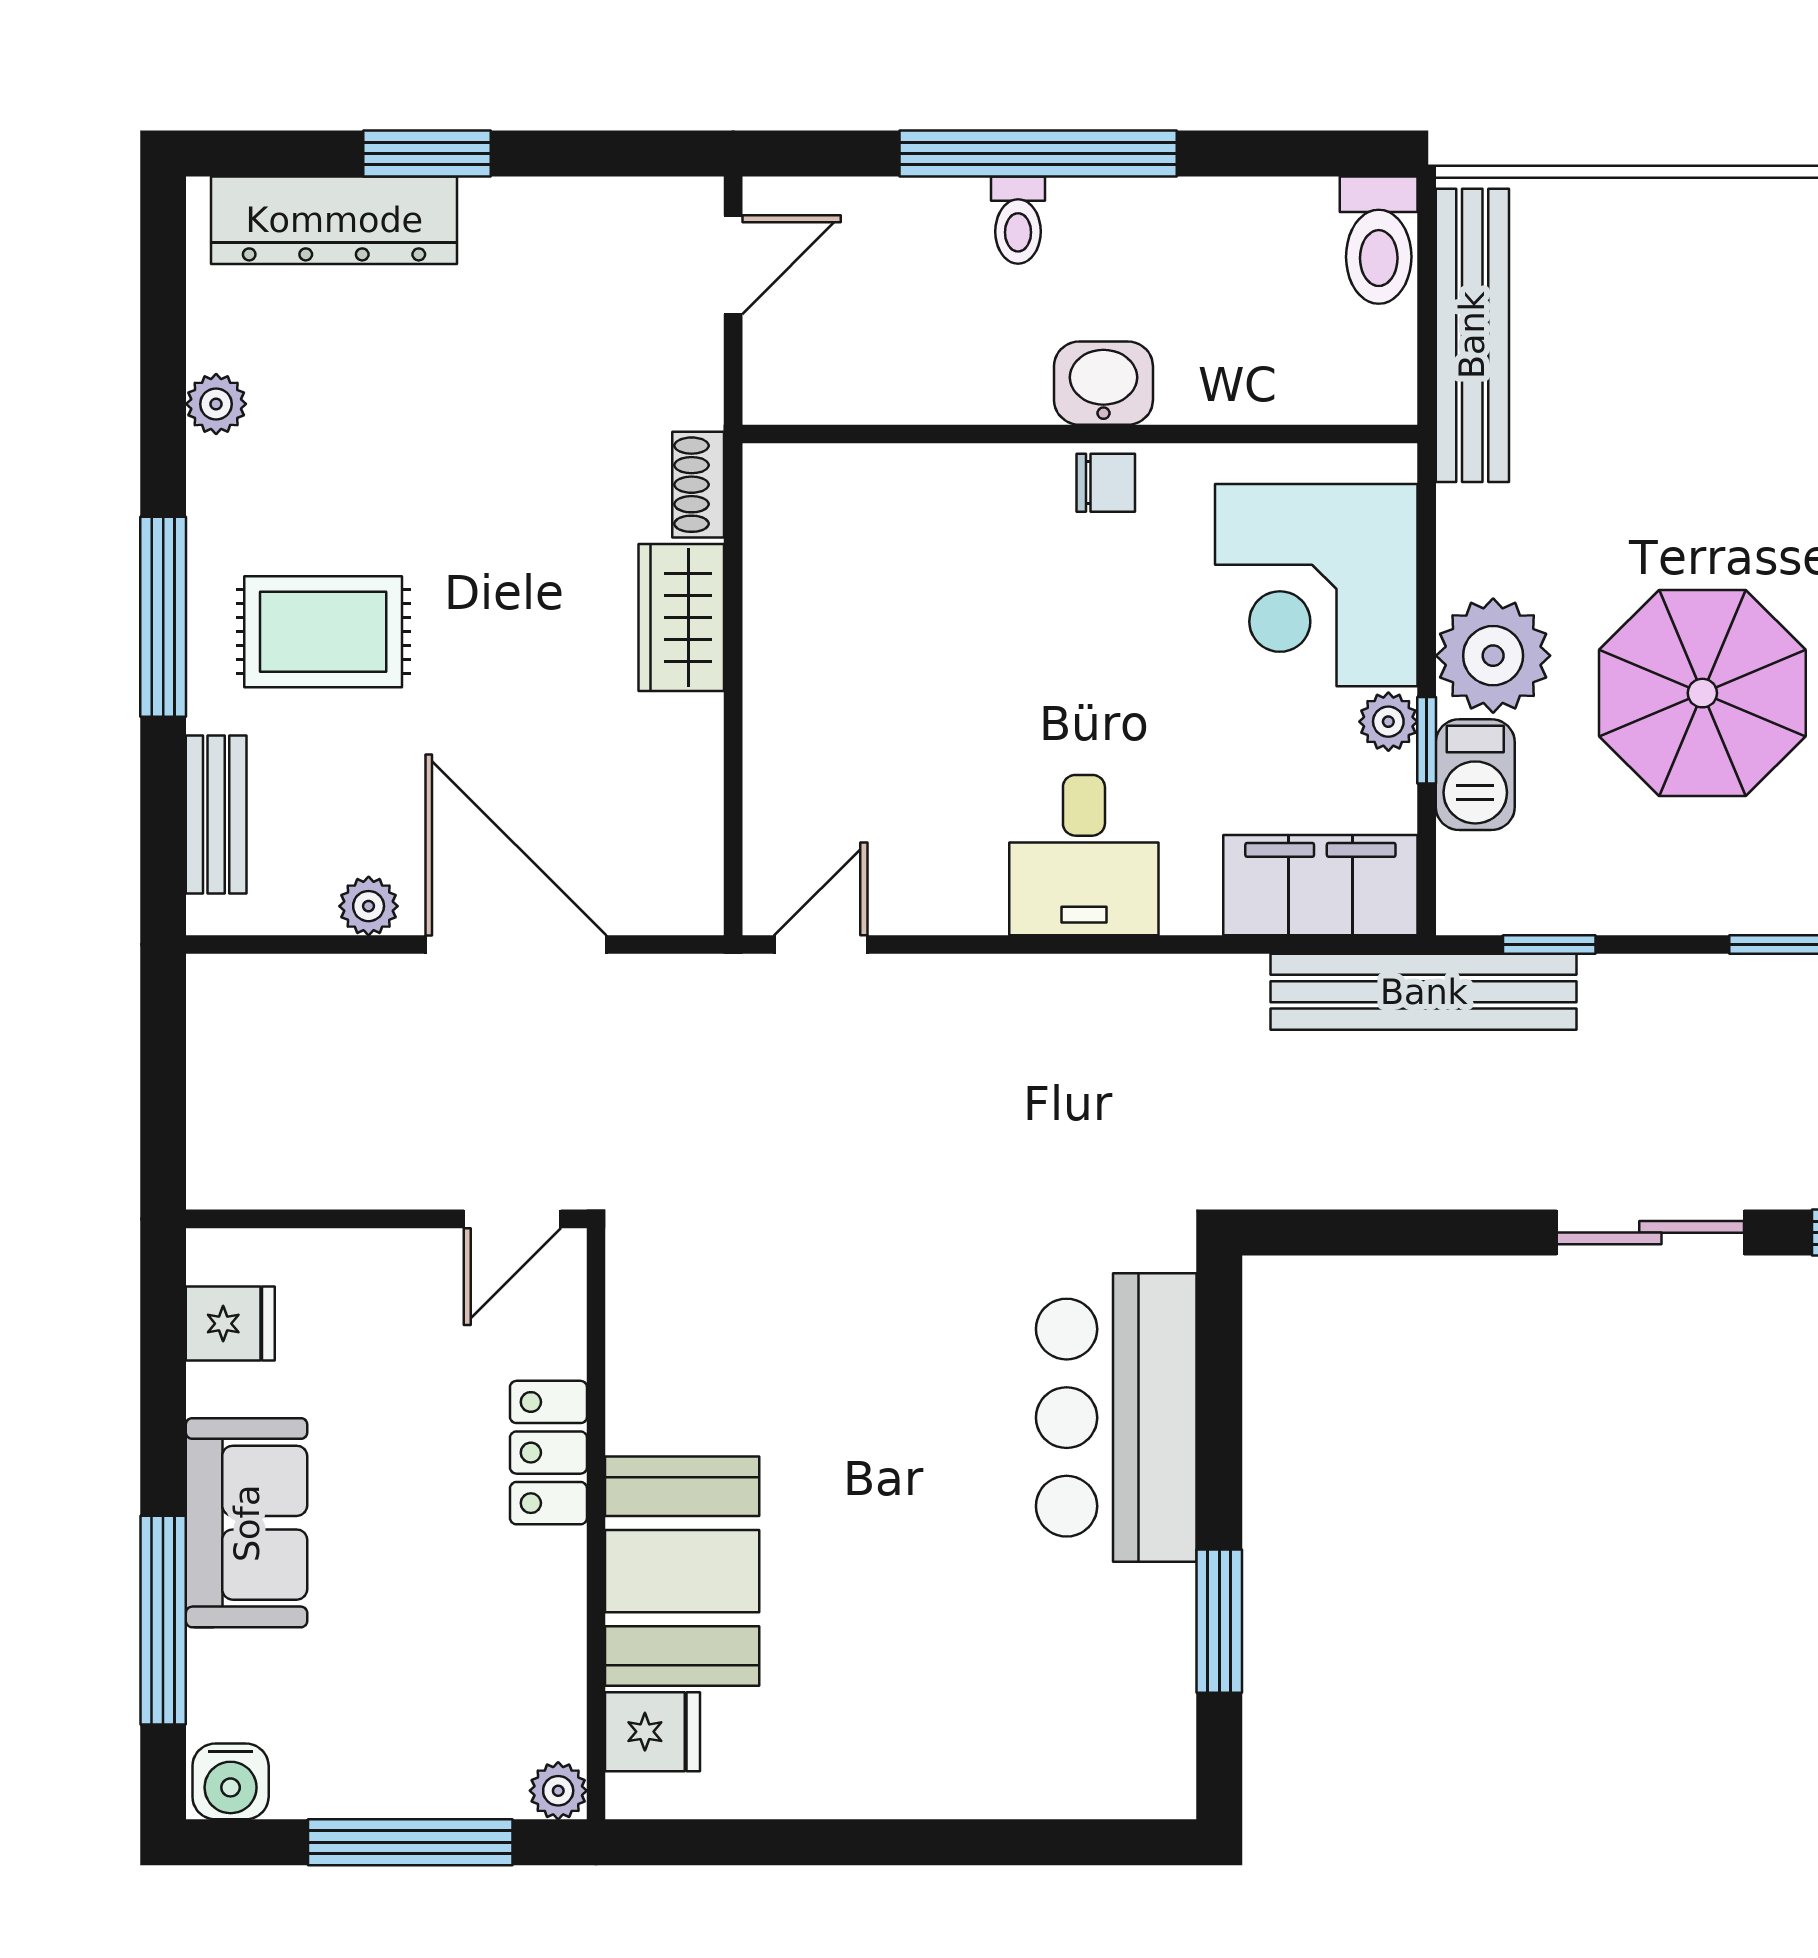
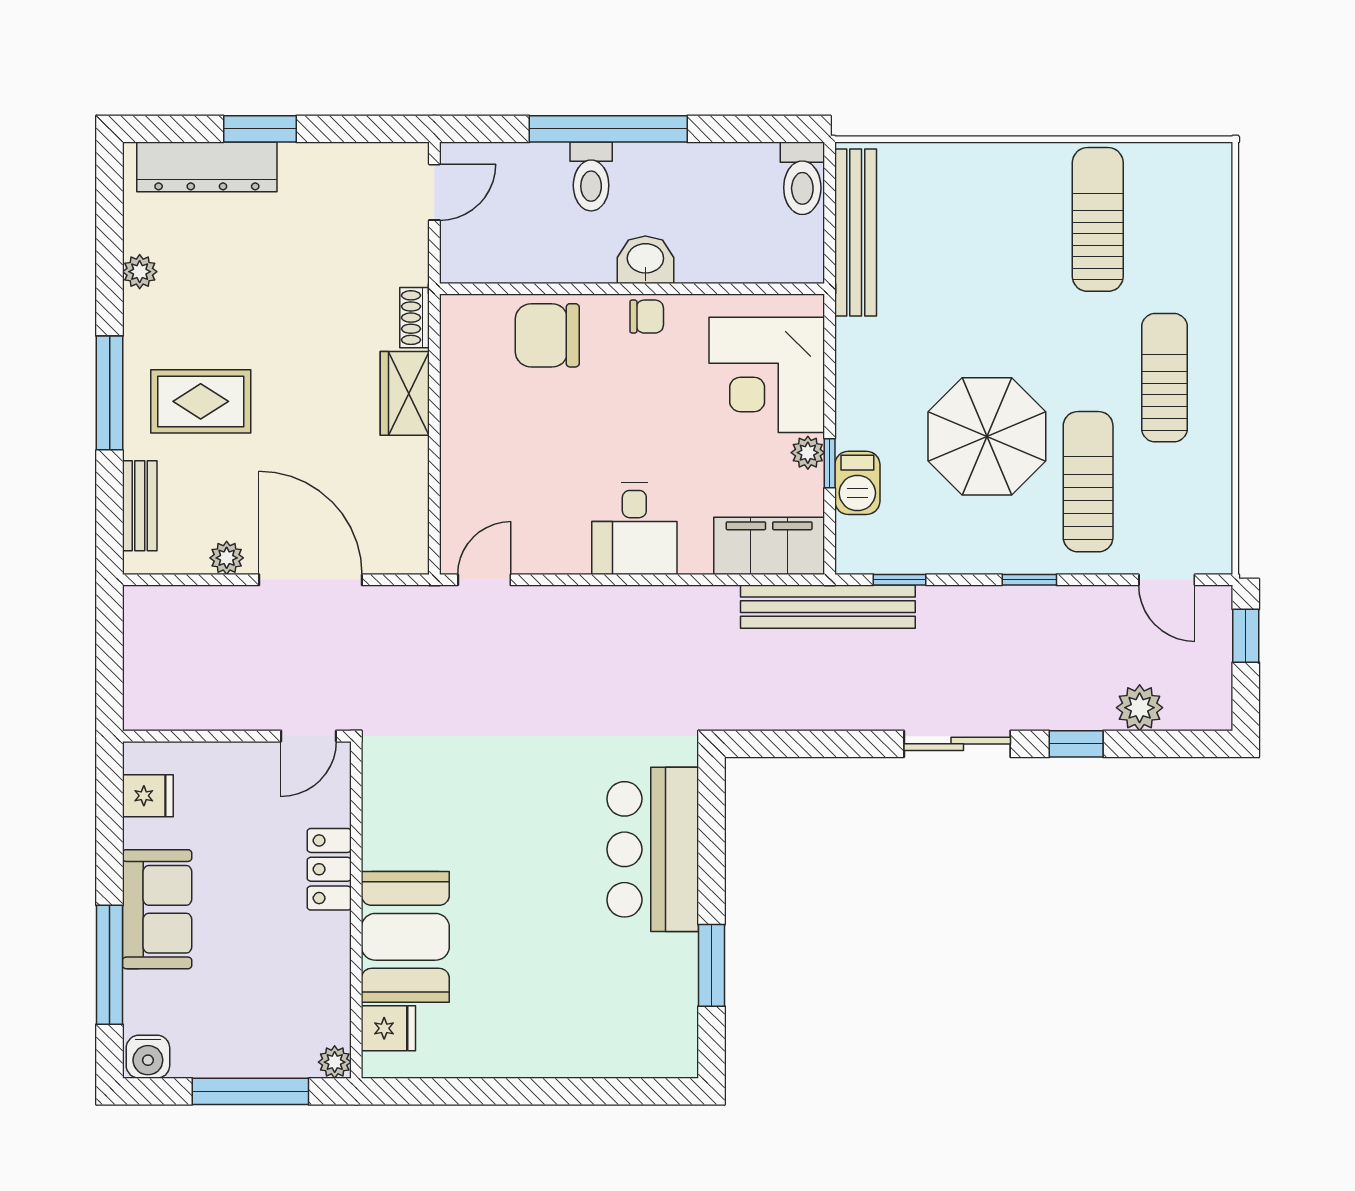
toilet: (1018, 220) -> (591, 176), width x1.37, depth x1.39
chair: (931, 516) -> (547, 335), added
plant: (1493, 656) -> (868, 415), removed

